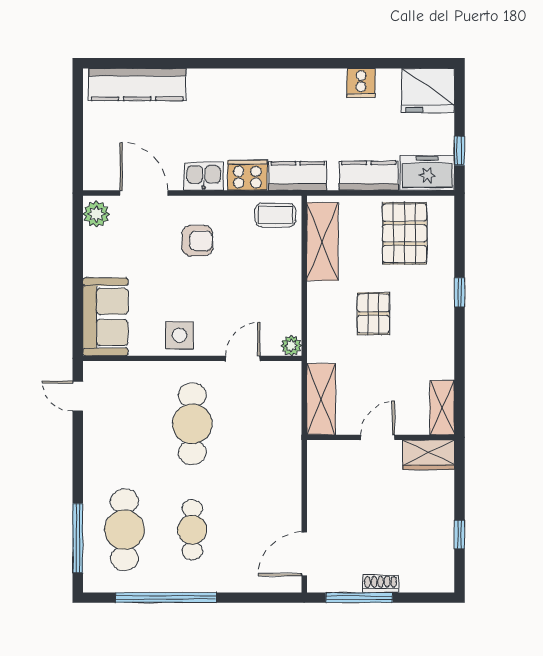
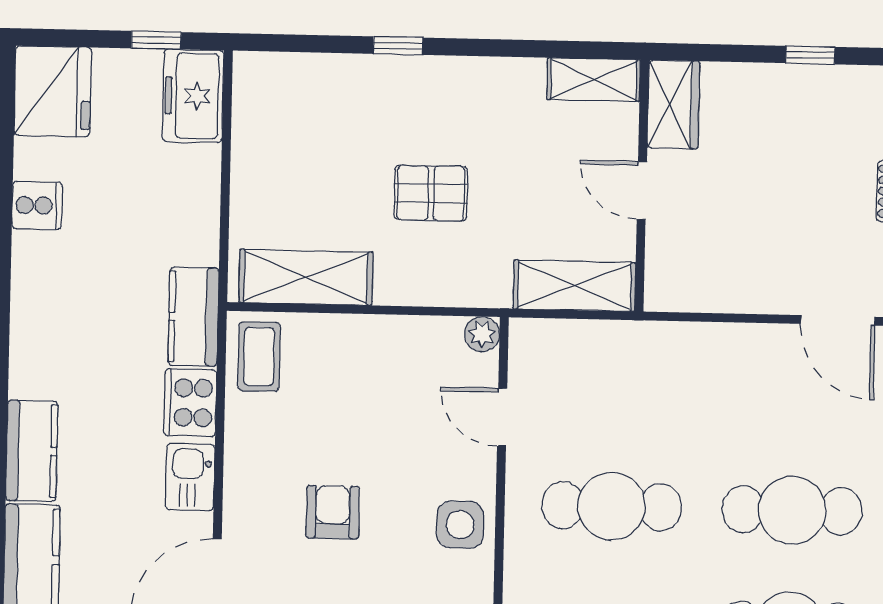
kitchen counter: (369, 176) -> (32, 451), moved, turned 180
pallet: (405, 233) -> (295, 137), removed
armchair: (197, 241) -> (333, 512), moved
cafe table: (192, 530) -> (792, 510), width x1.37, depth x1.35

